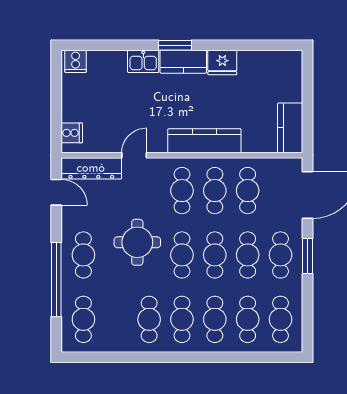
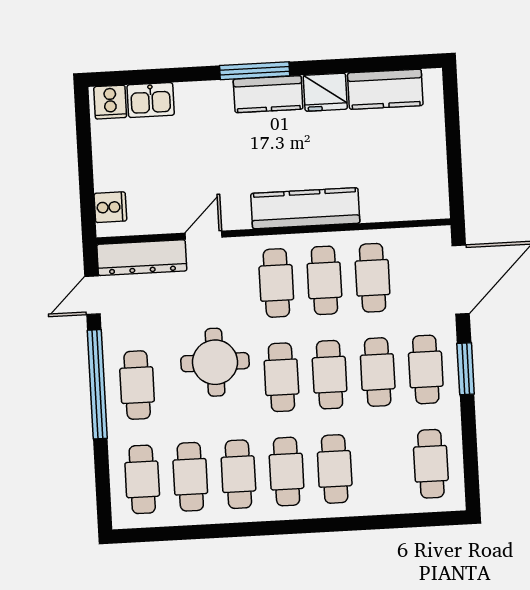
window: (175, 45) -> (255, 71), width x1.44
kitchen sink: (143, 61) -> (151, 100), moved
kitchen counter: (290, 128) -> (385, 89), moved, turned -90
door: (56, 192) -> (92, 295), swing flipped
window: (56, 280) -> (97, 384), moved
cafe table: (248, 319) -> (190, 477), moved

